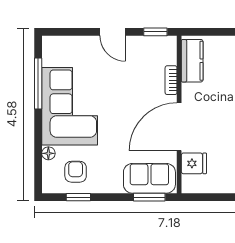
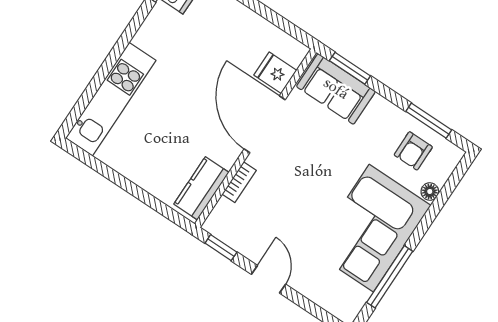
door: (179, 127) -> (265, 124), swing flipped
window: (78, 197) -> (429, 121), width x1.50

